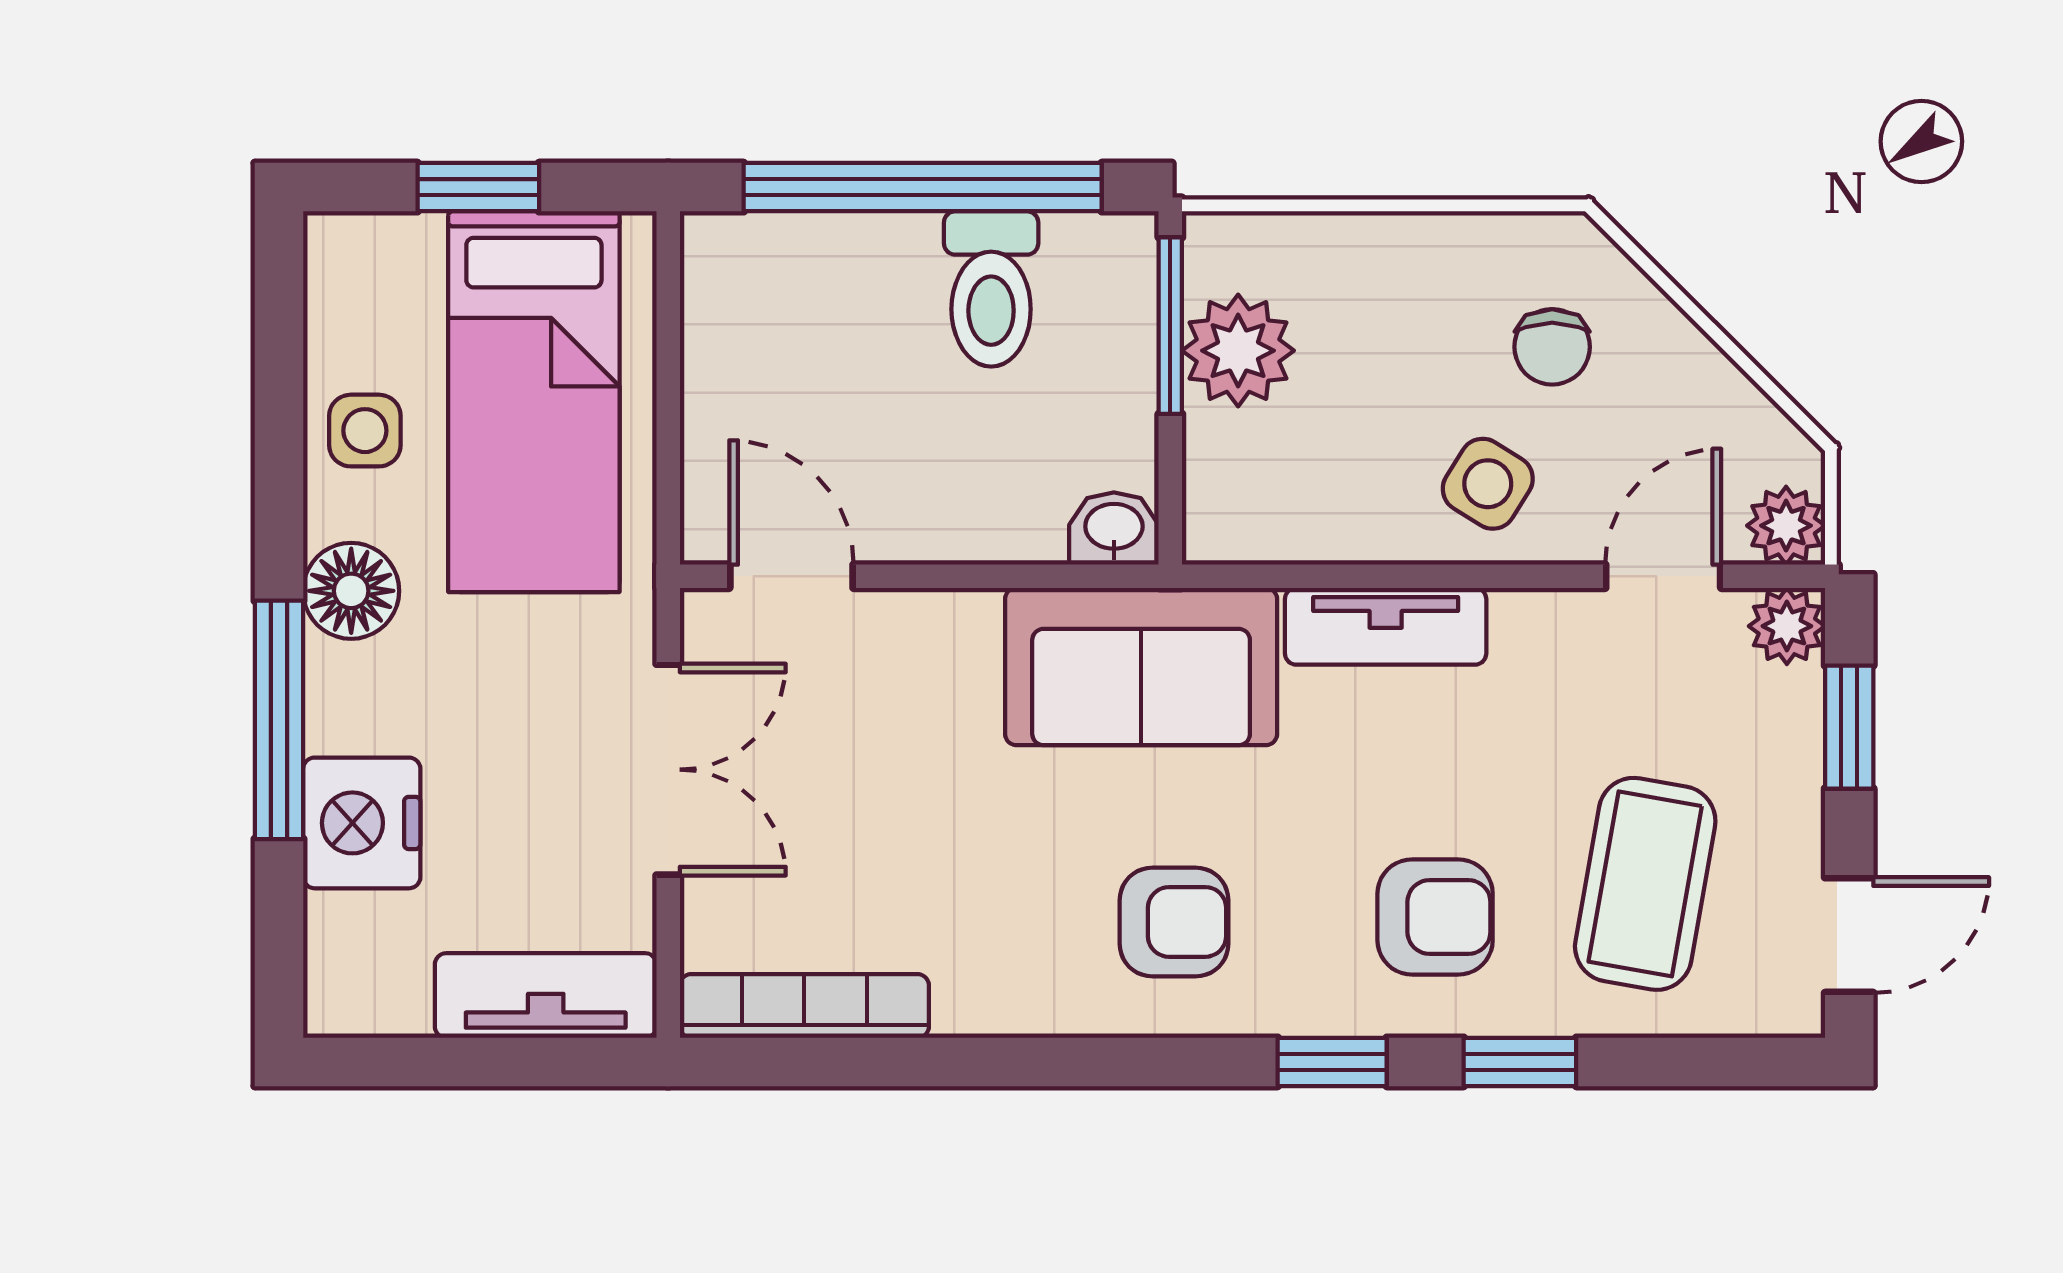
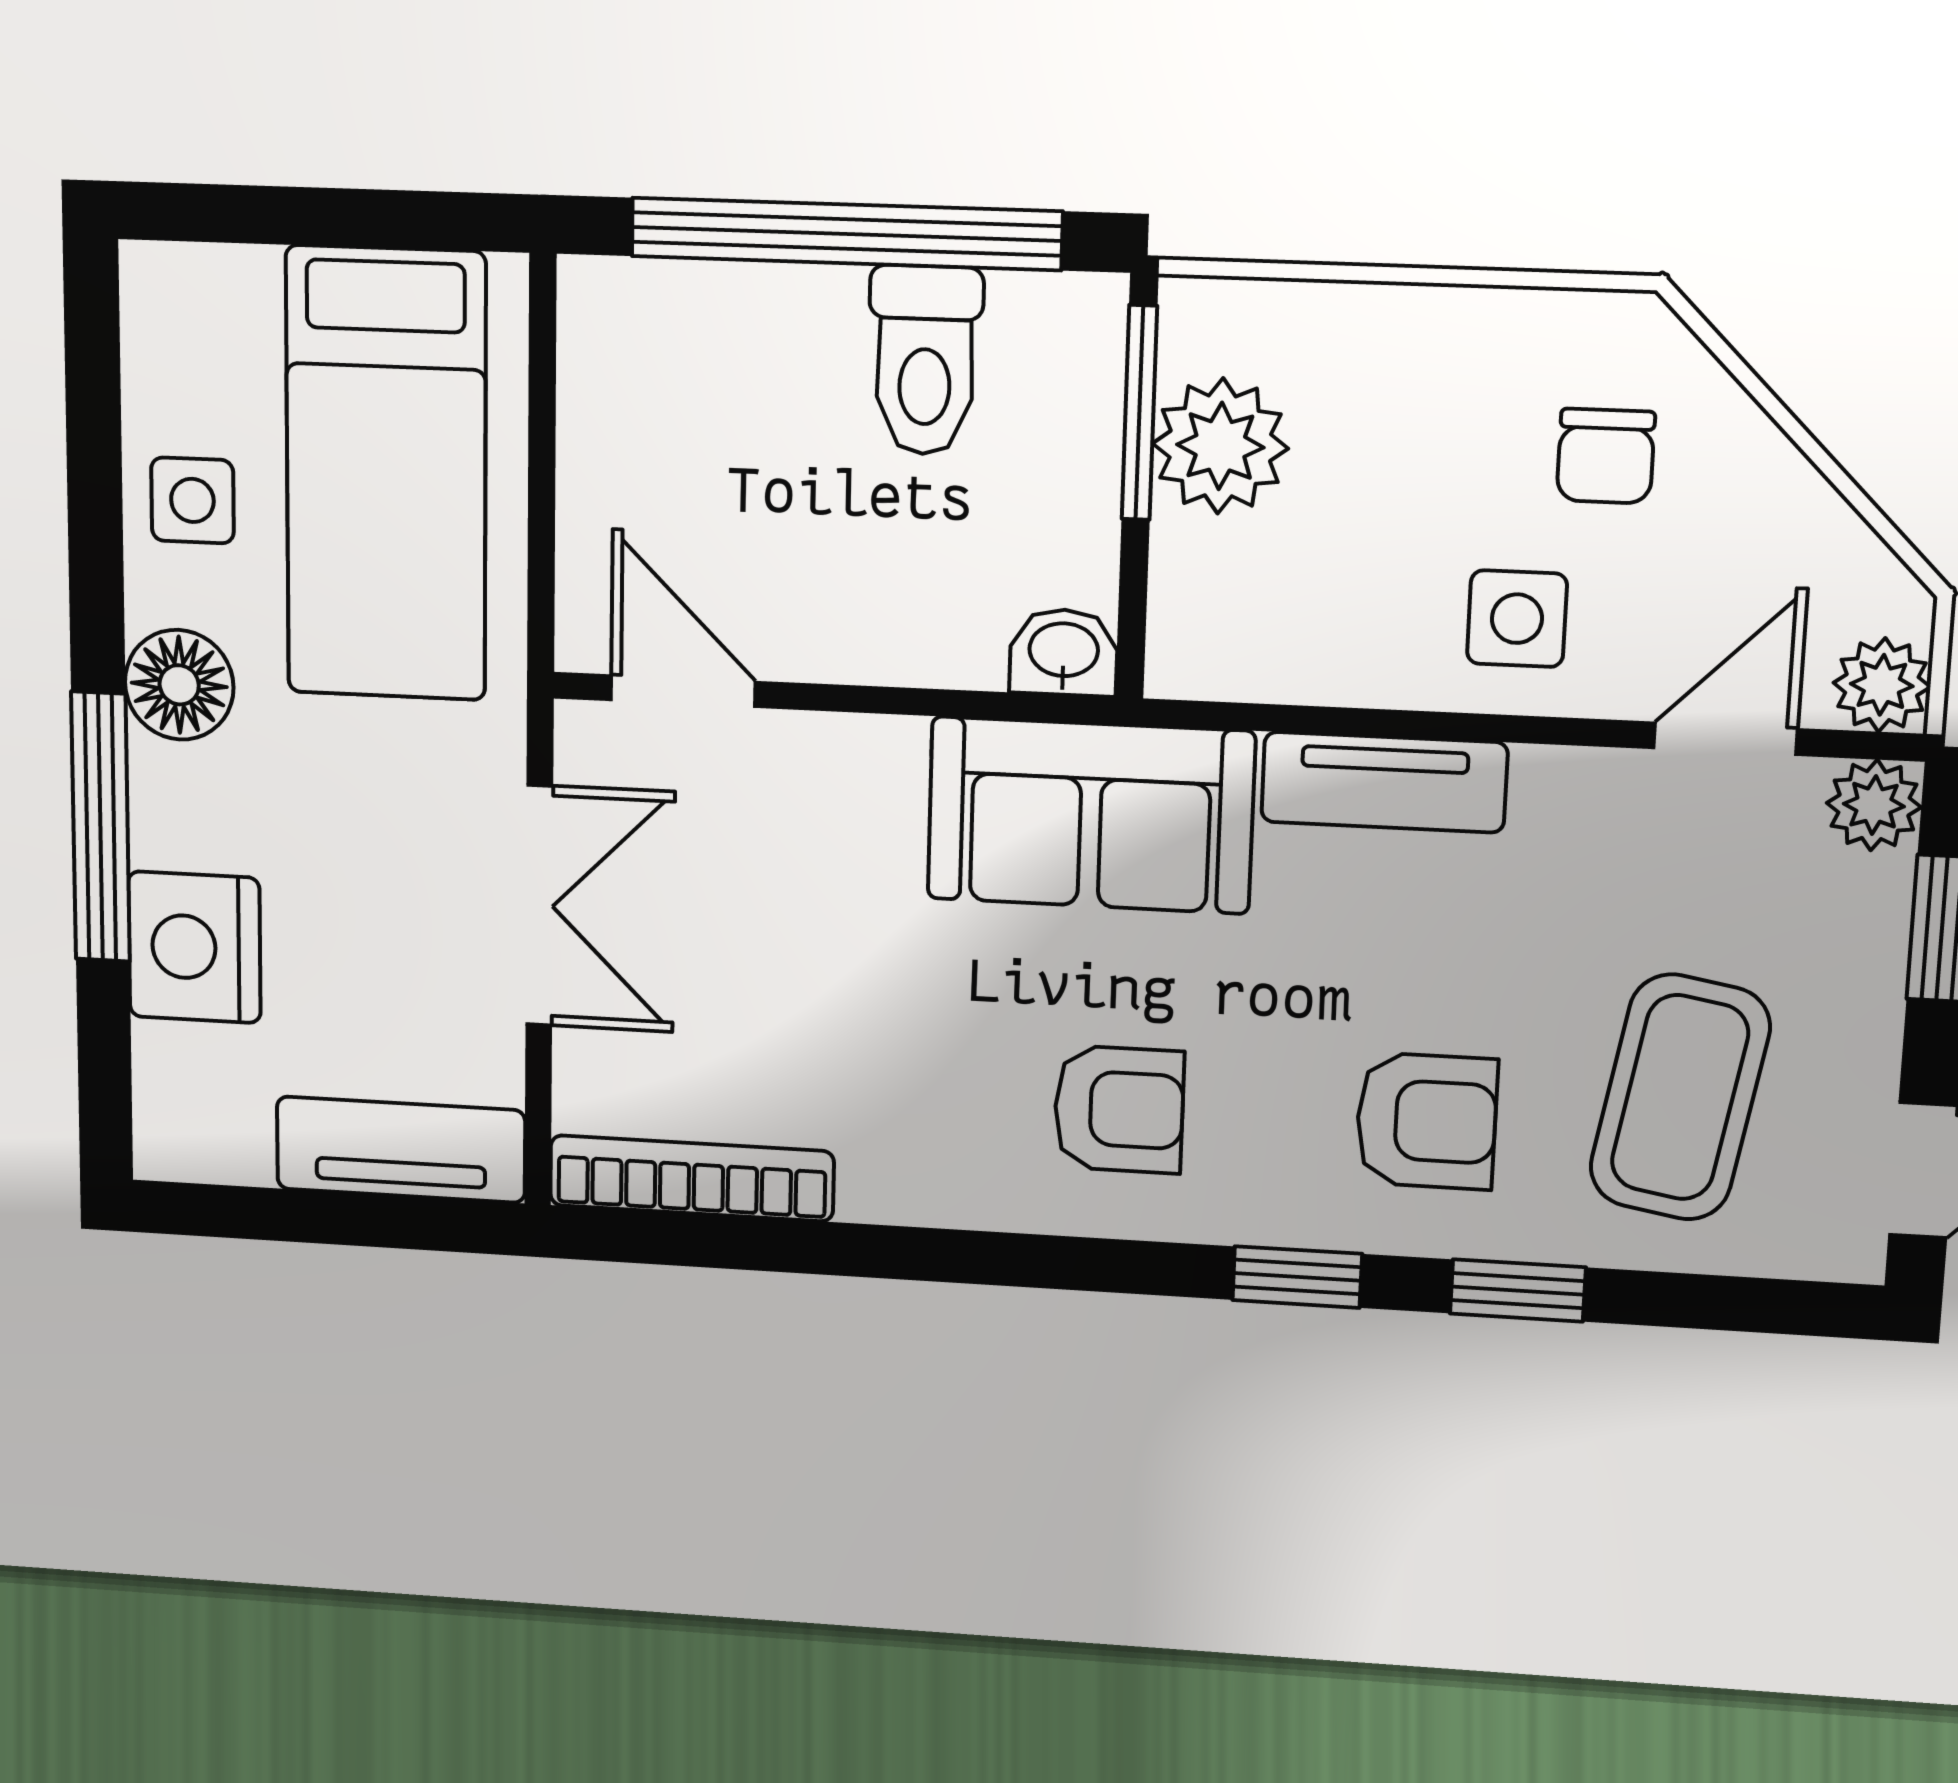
window: (478, 187) -> (321, 217), removed
side table: (1488, 484) -> (1517, 619), turned -32

